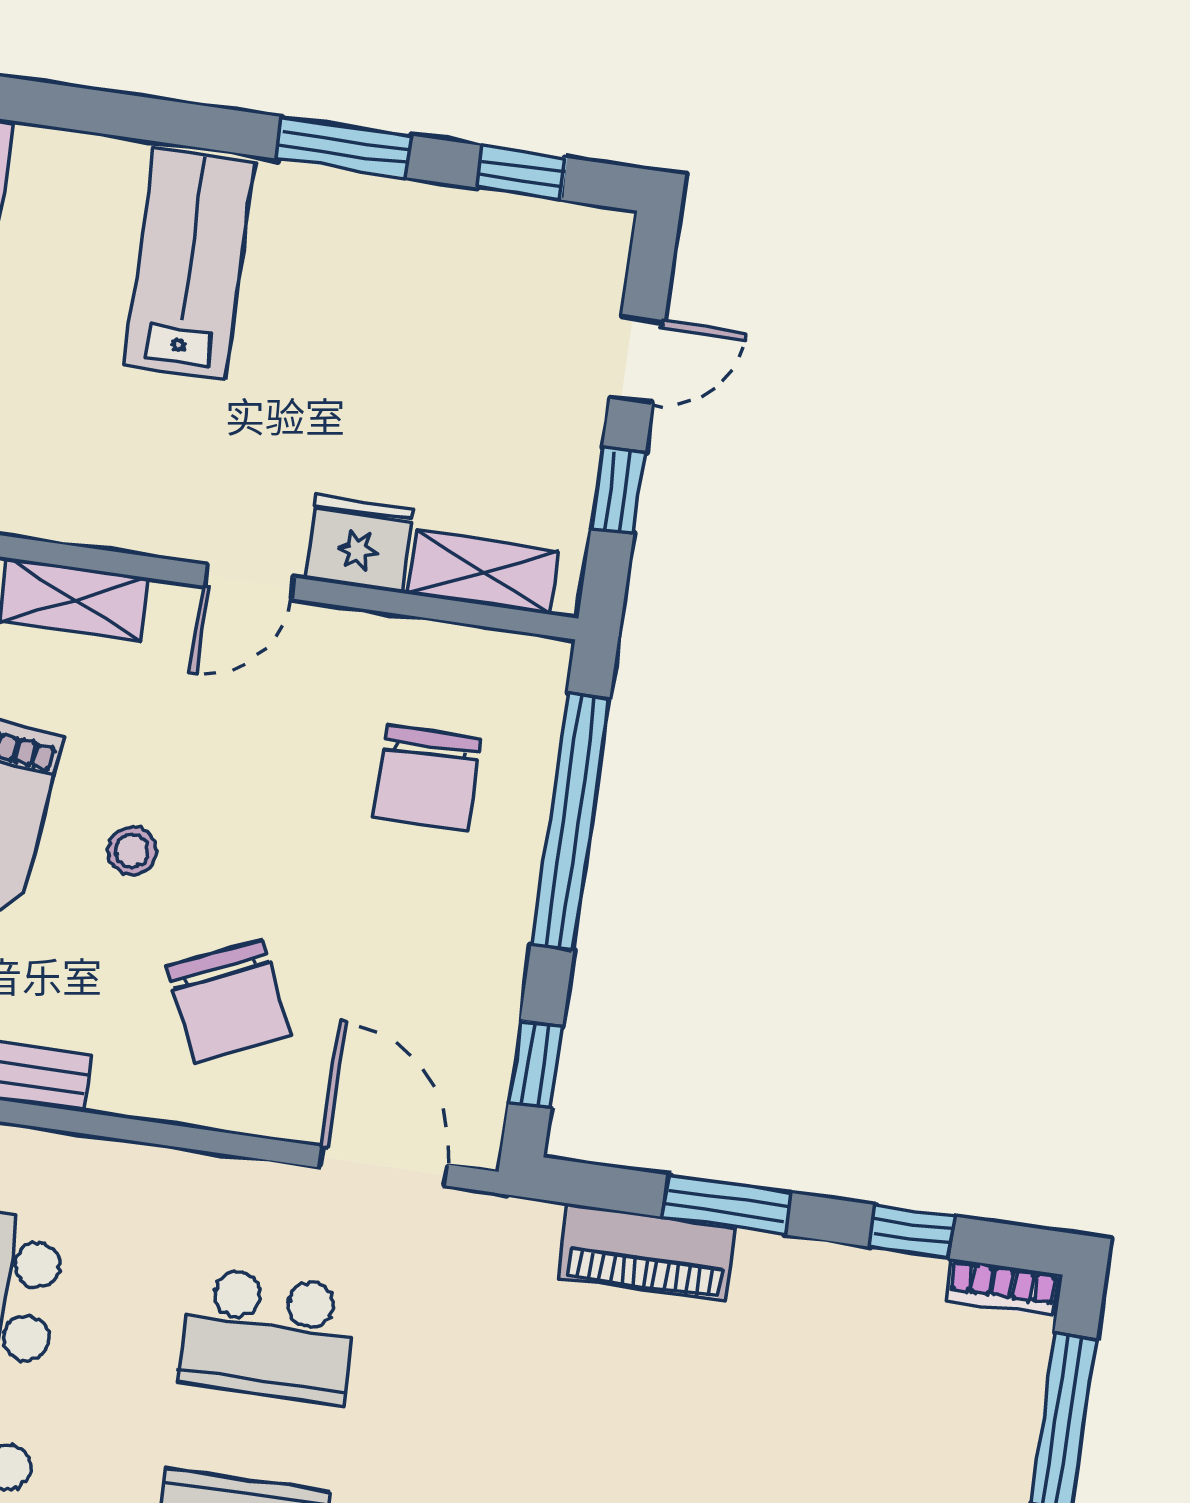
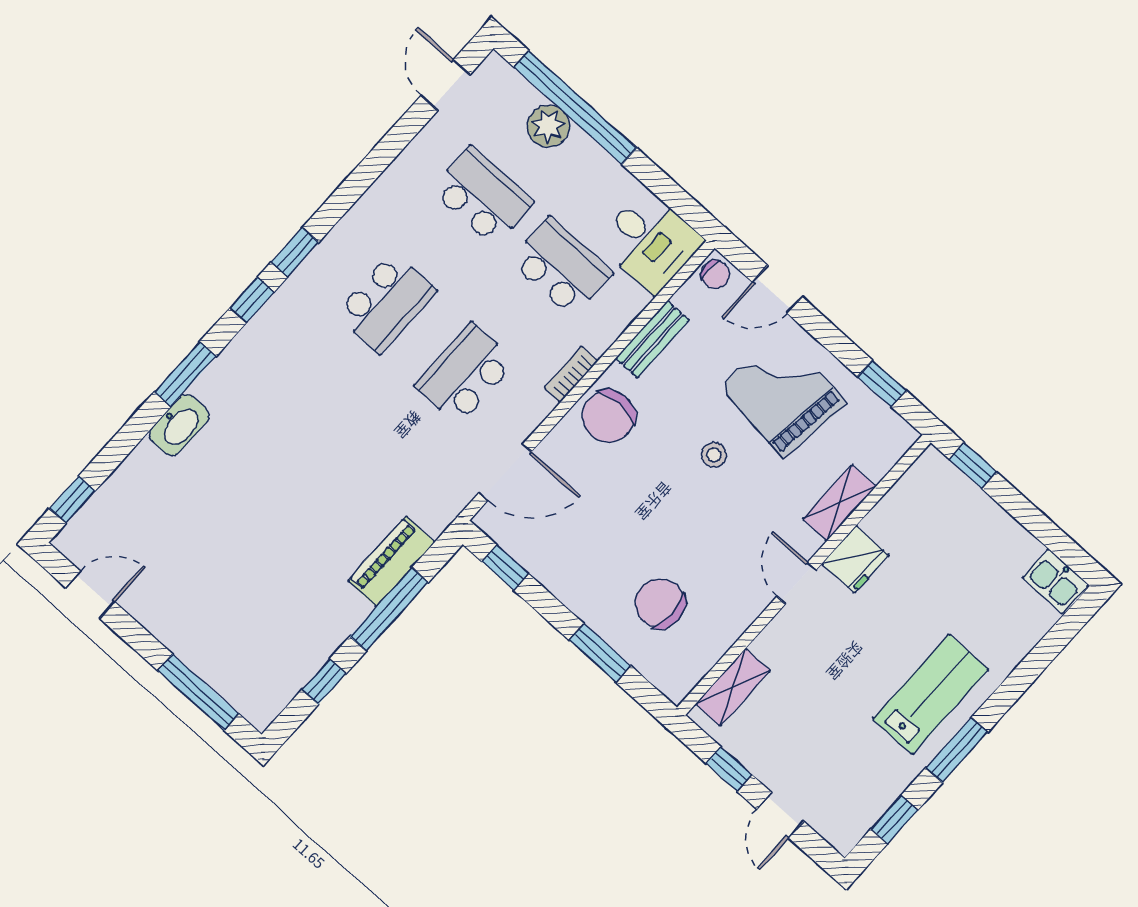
lab bench: (190, 264) -> (931, 694), moved, turned -90
fridge: (359, 544) -> (855, 559), moved
window: (570, 822) -> (600, 653), width x0.47
chair: (228, 1001) -> (608, 416), moved, turned -66
window: (726, 1205) -> (389, 609), width x1.44
bookcase: (1002, 1288) -> (571, 374), moved

